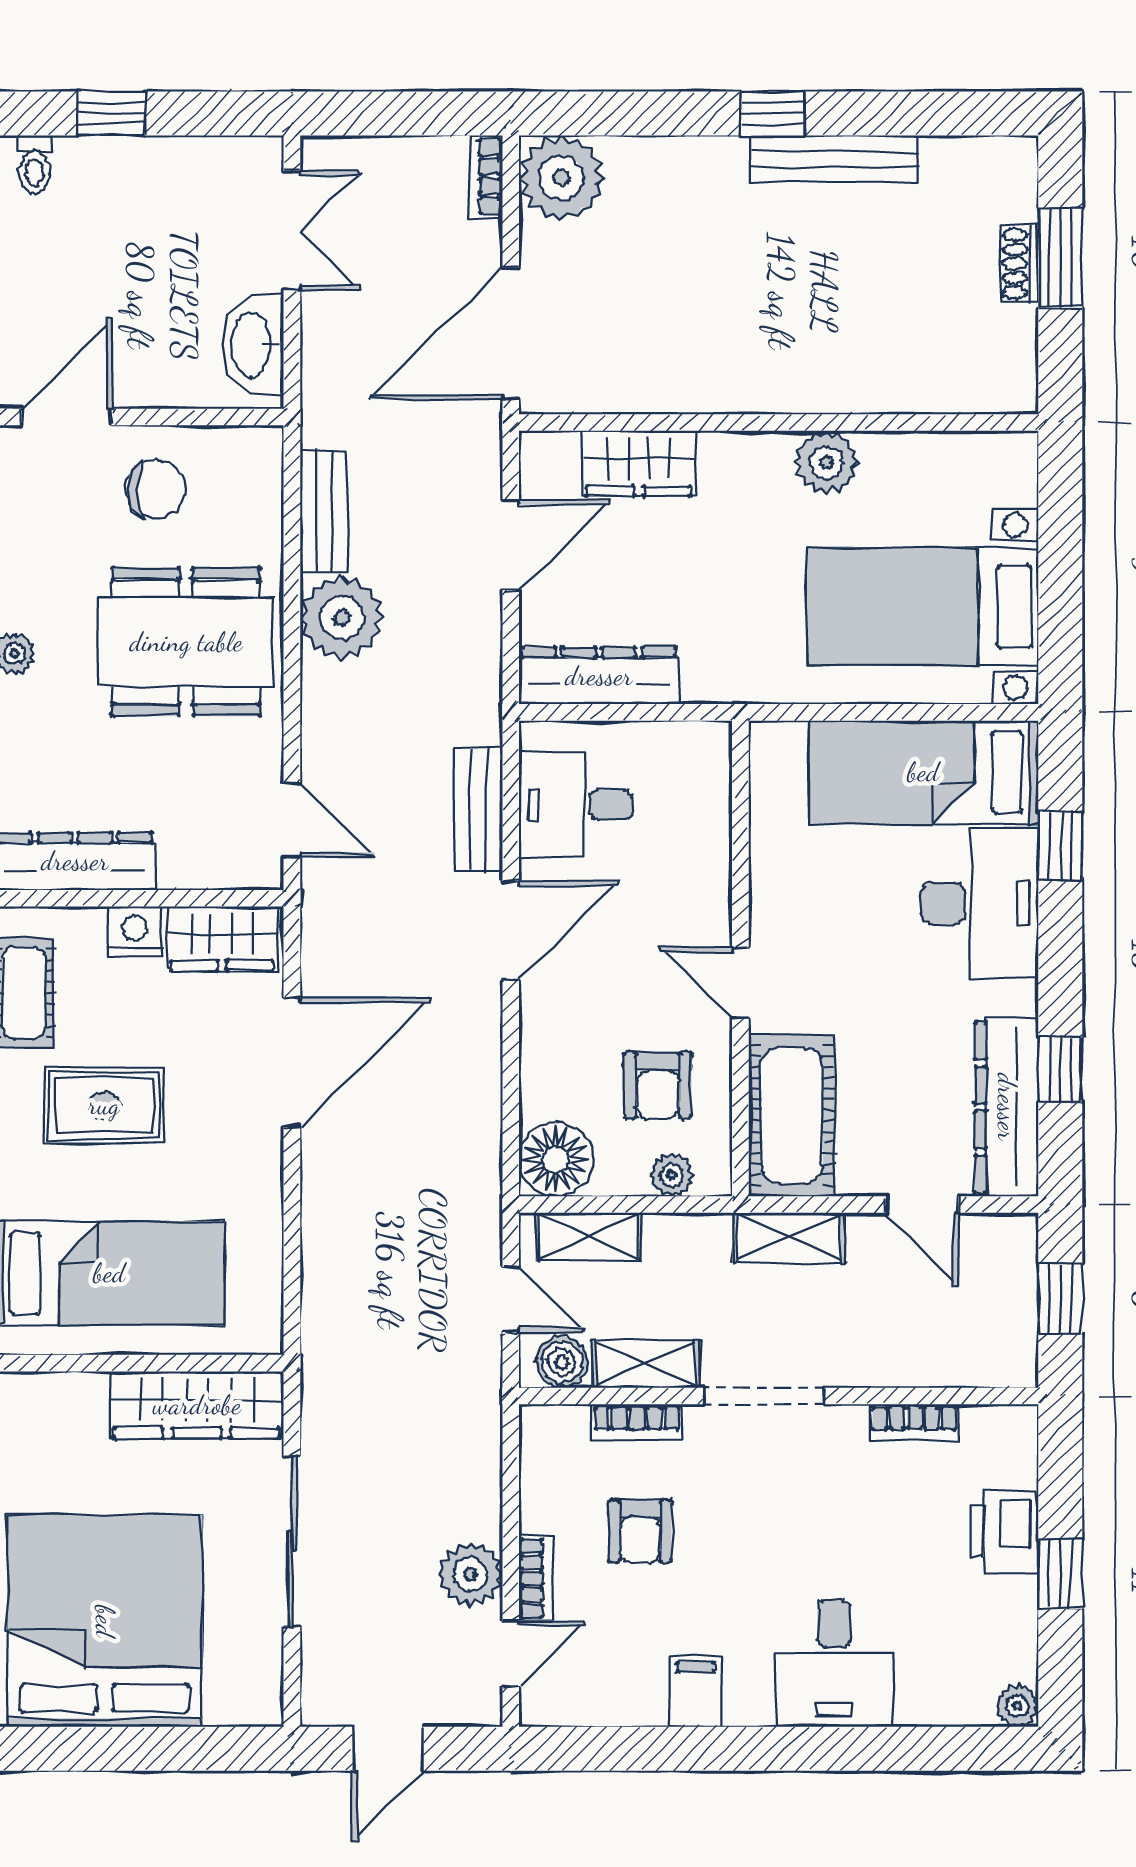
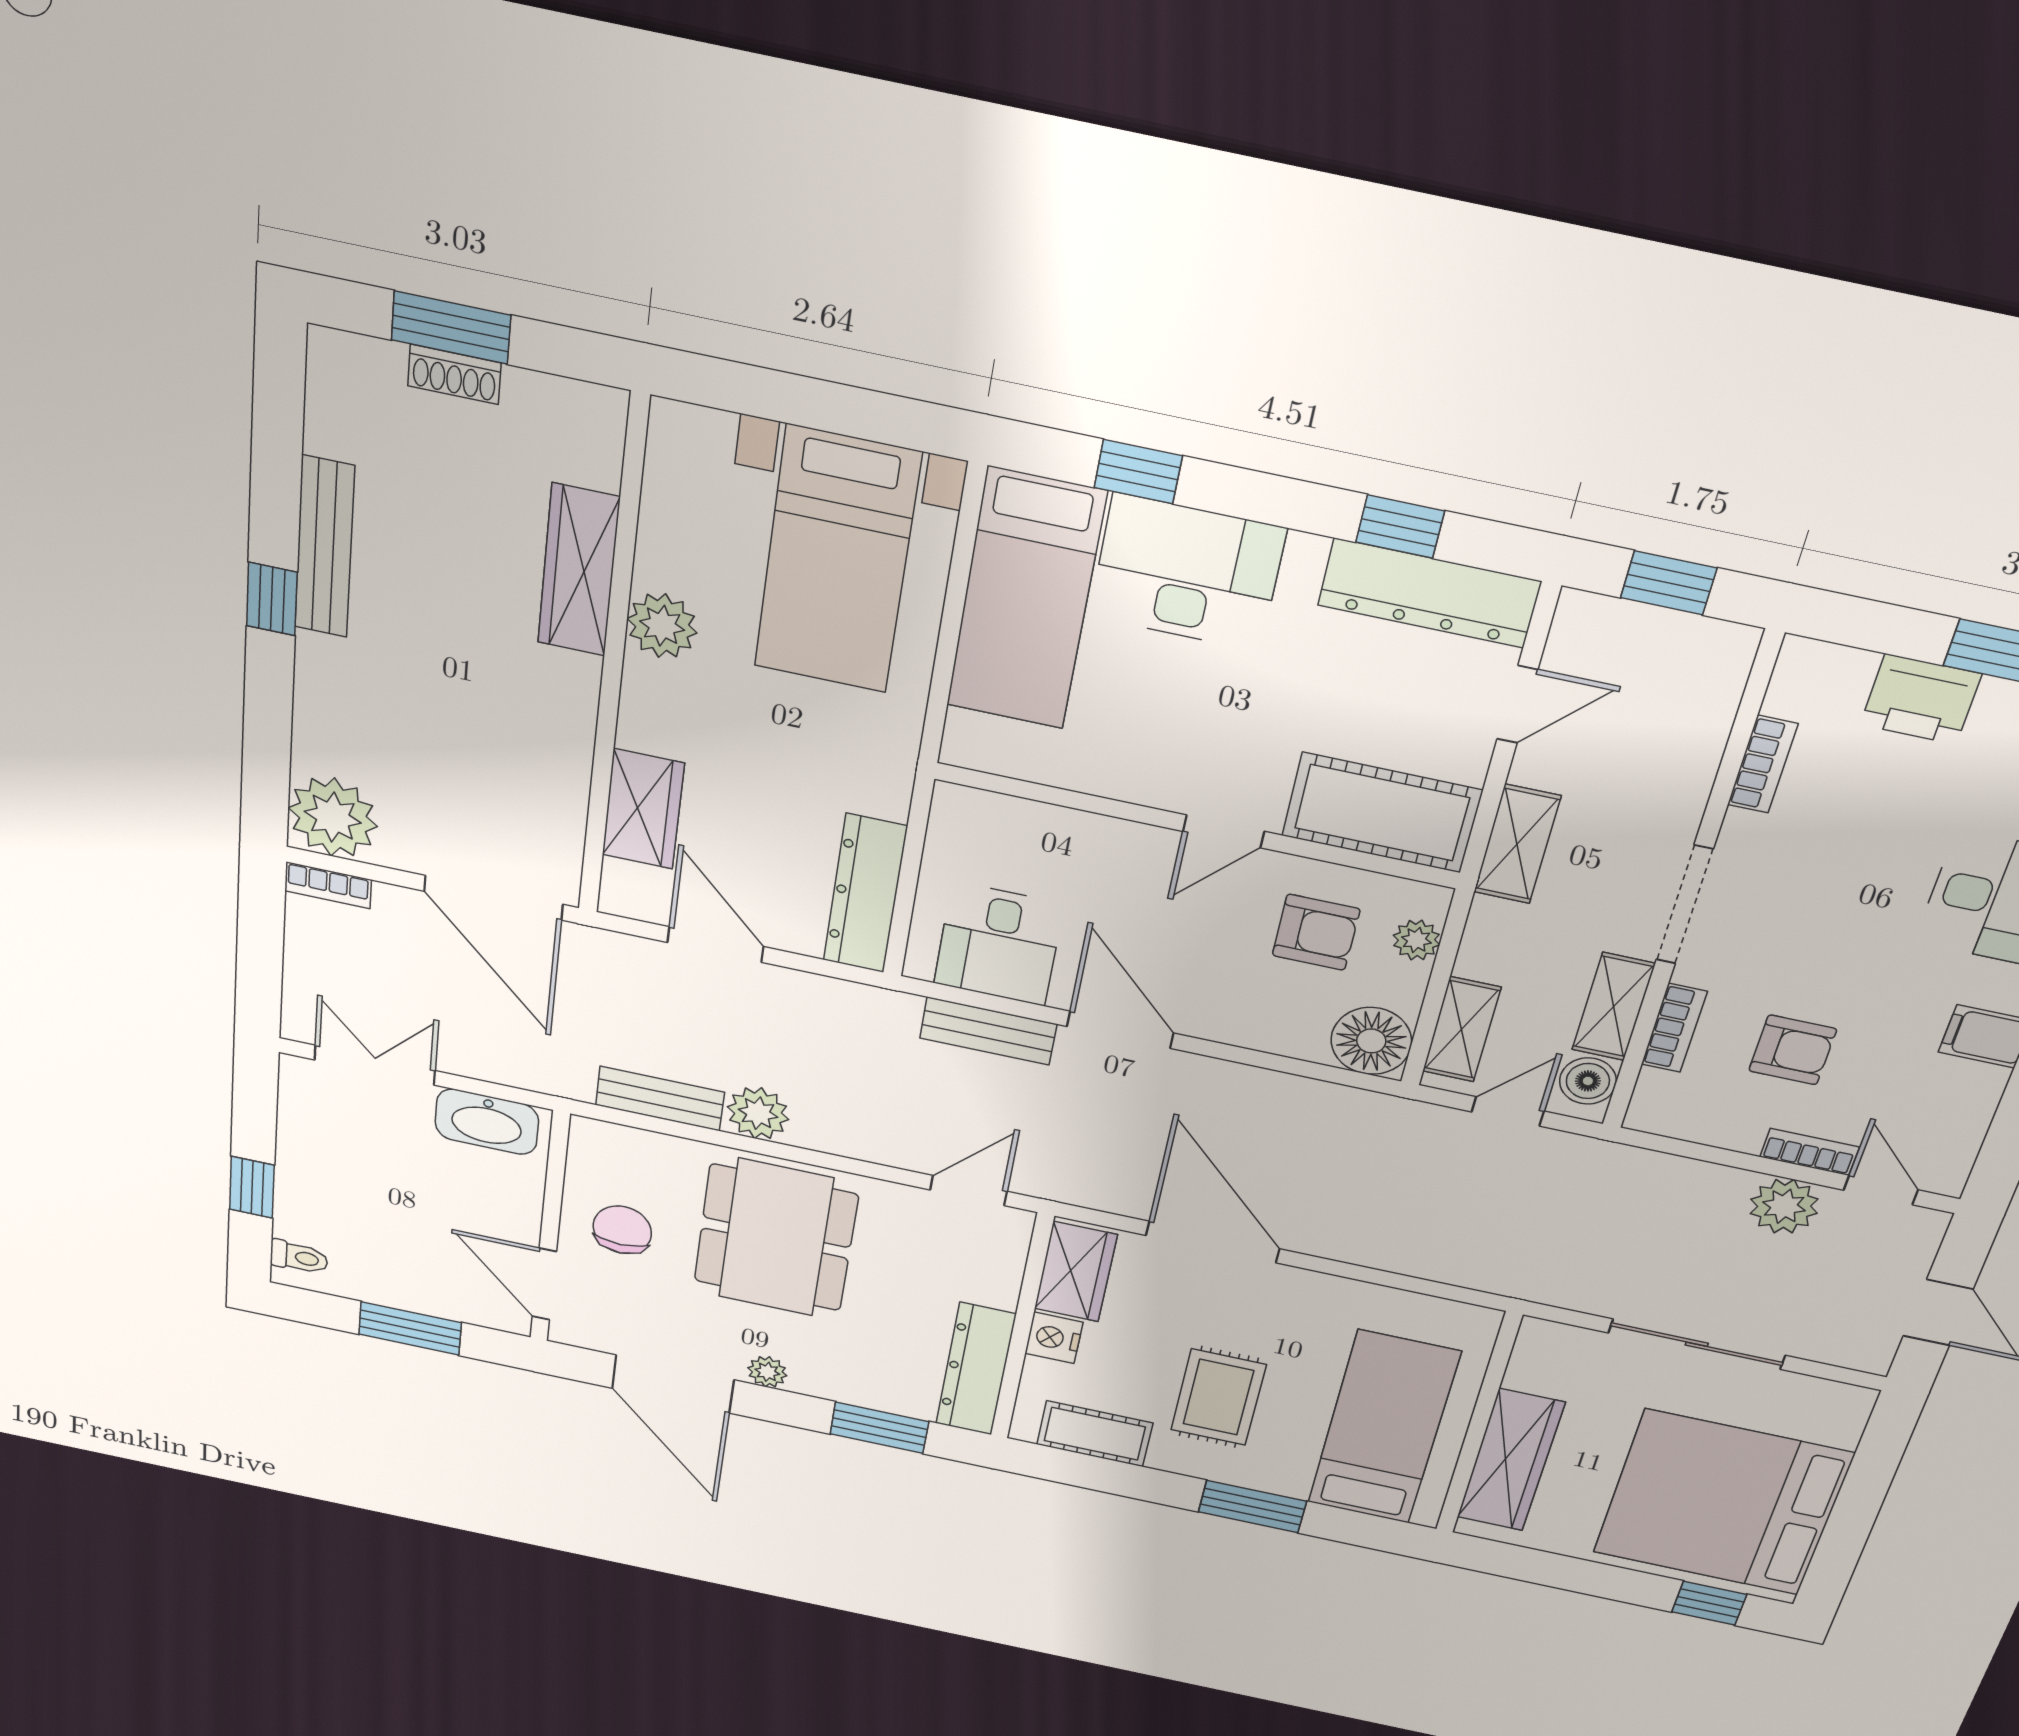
wardrobe: (863, 384) -> (579, 570), added
plant: (342, 618) -> (758, 1113), width x0.73, depth x0.73
wardrobe: (197, 1405) -> (1511, 1460), moved

